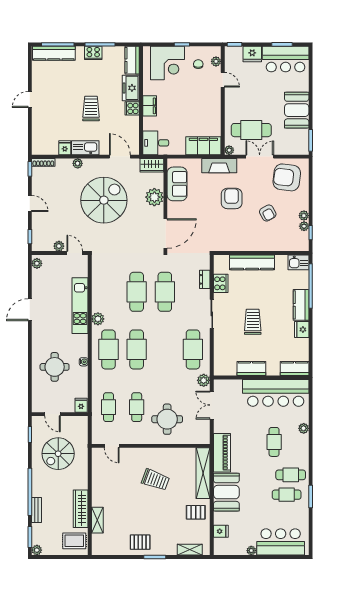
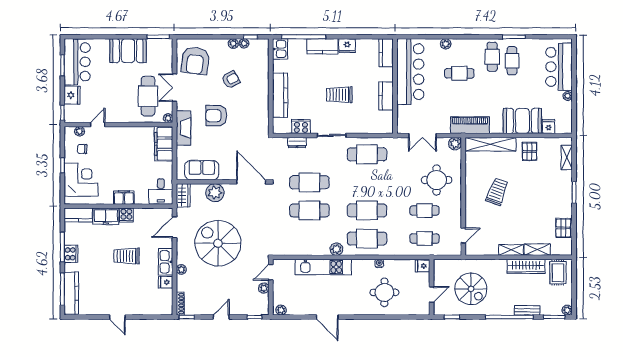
plant: (204, 380) -> (455, 144), moved
booth: (226, 492) -> (522, 121), moved
shelving: (97, 494) -> (511, 250), added
pallet: (140, 542) -> (563, 228), moved

